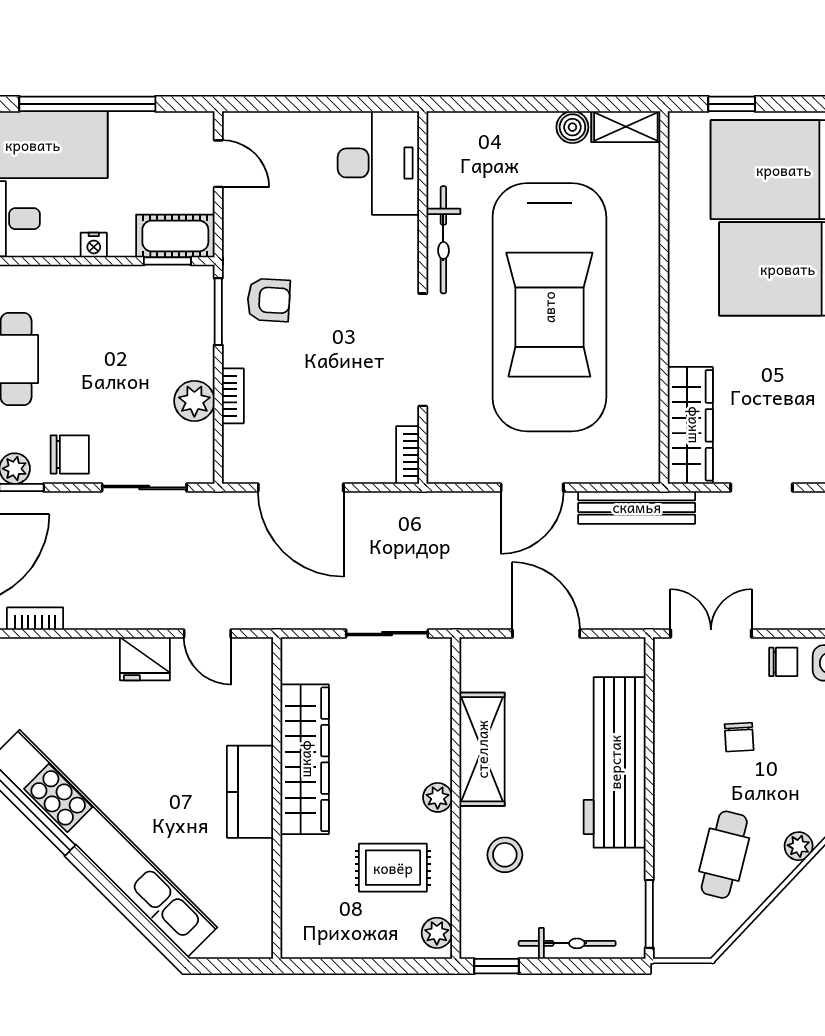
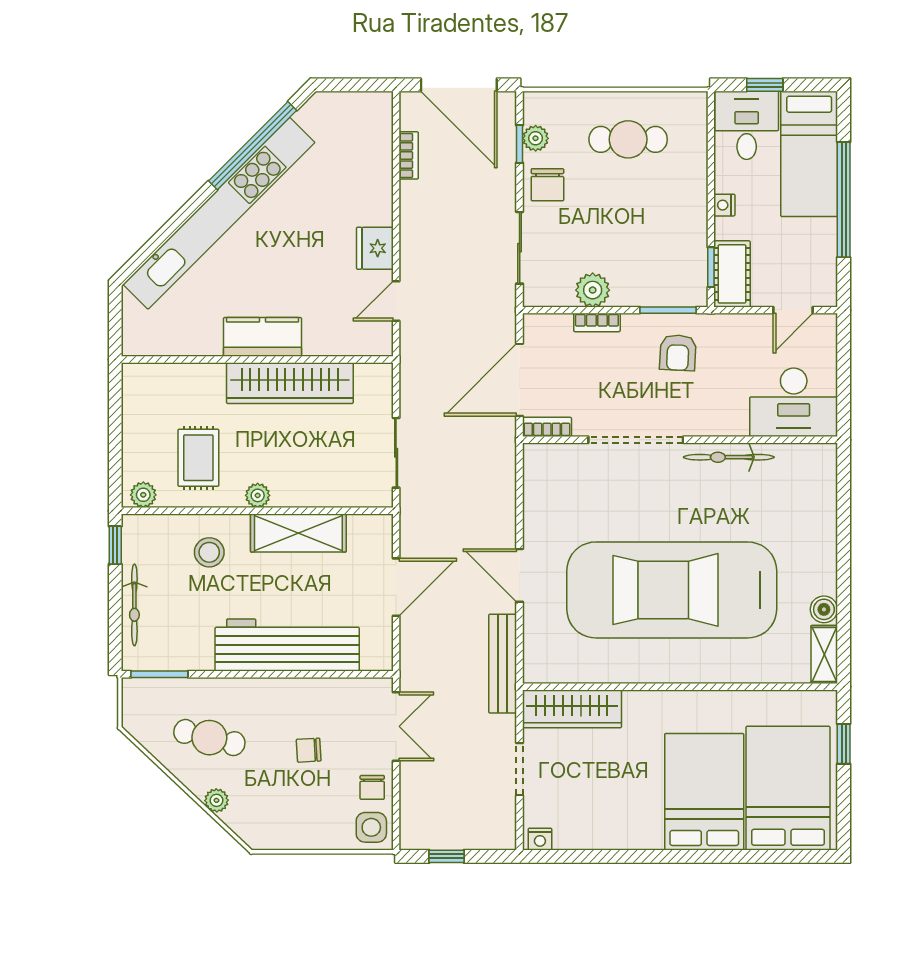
desk: (378, 163) -> (794, 402), moved
bicycle: (443, 240) -> (729, 457), moved
wall: (423, 297) -> (680, 440), moved
doorway: (423, 350) -> (636, 440), moved
bookcase: (408, 455) -> (547, 427), moved

